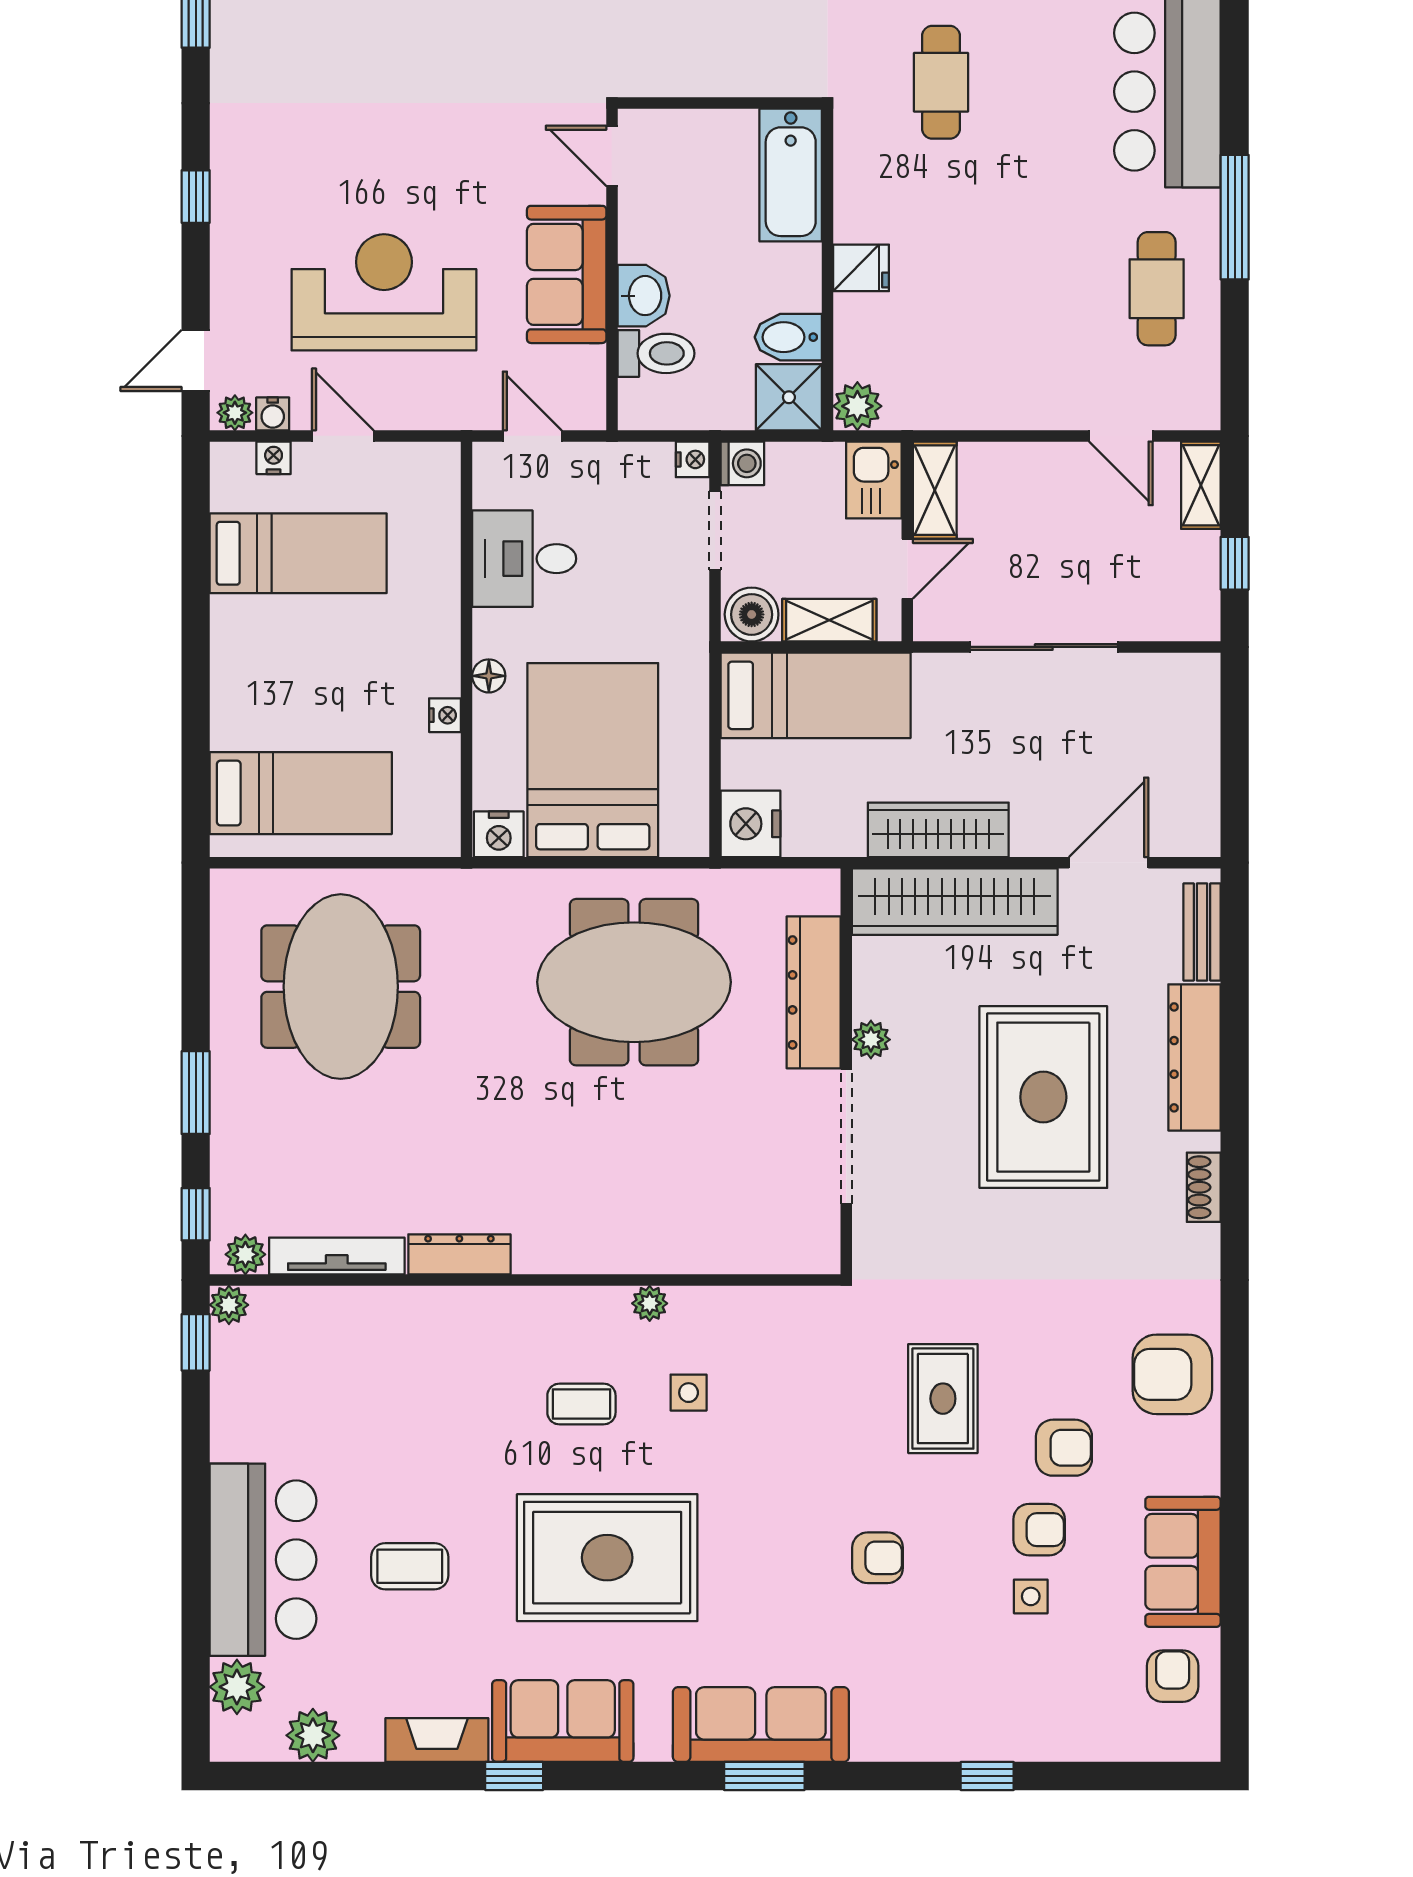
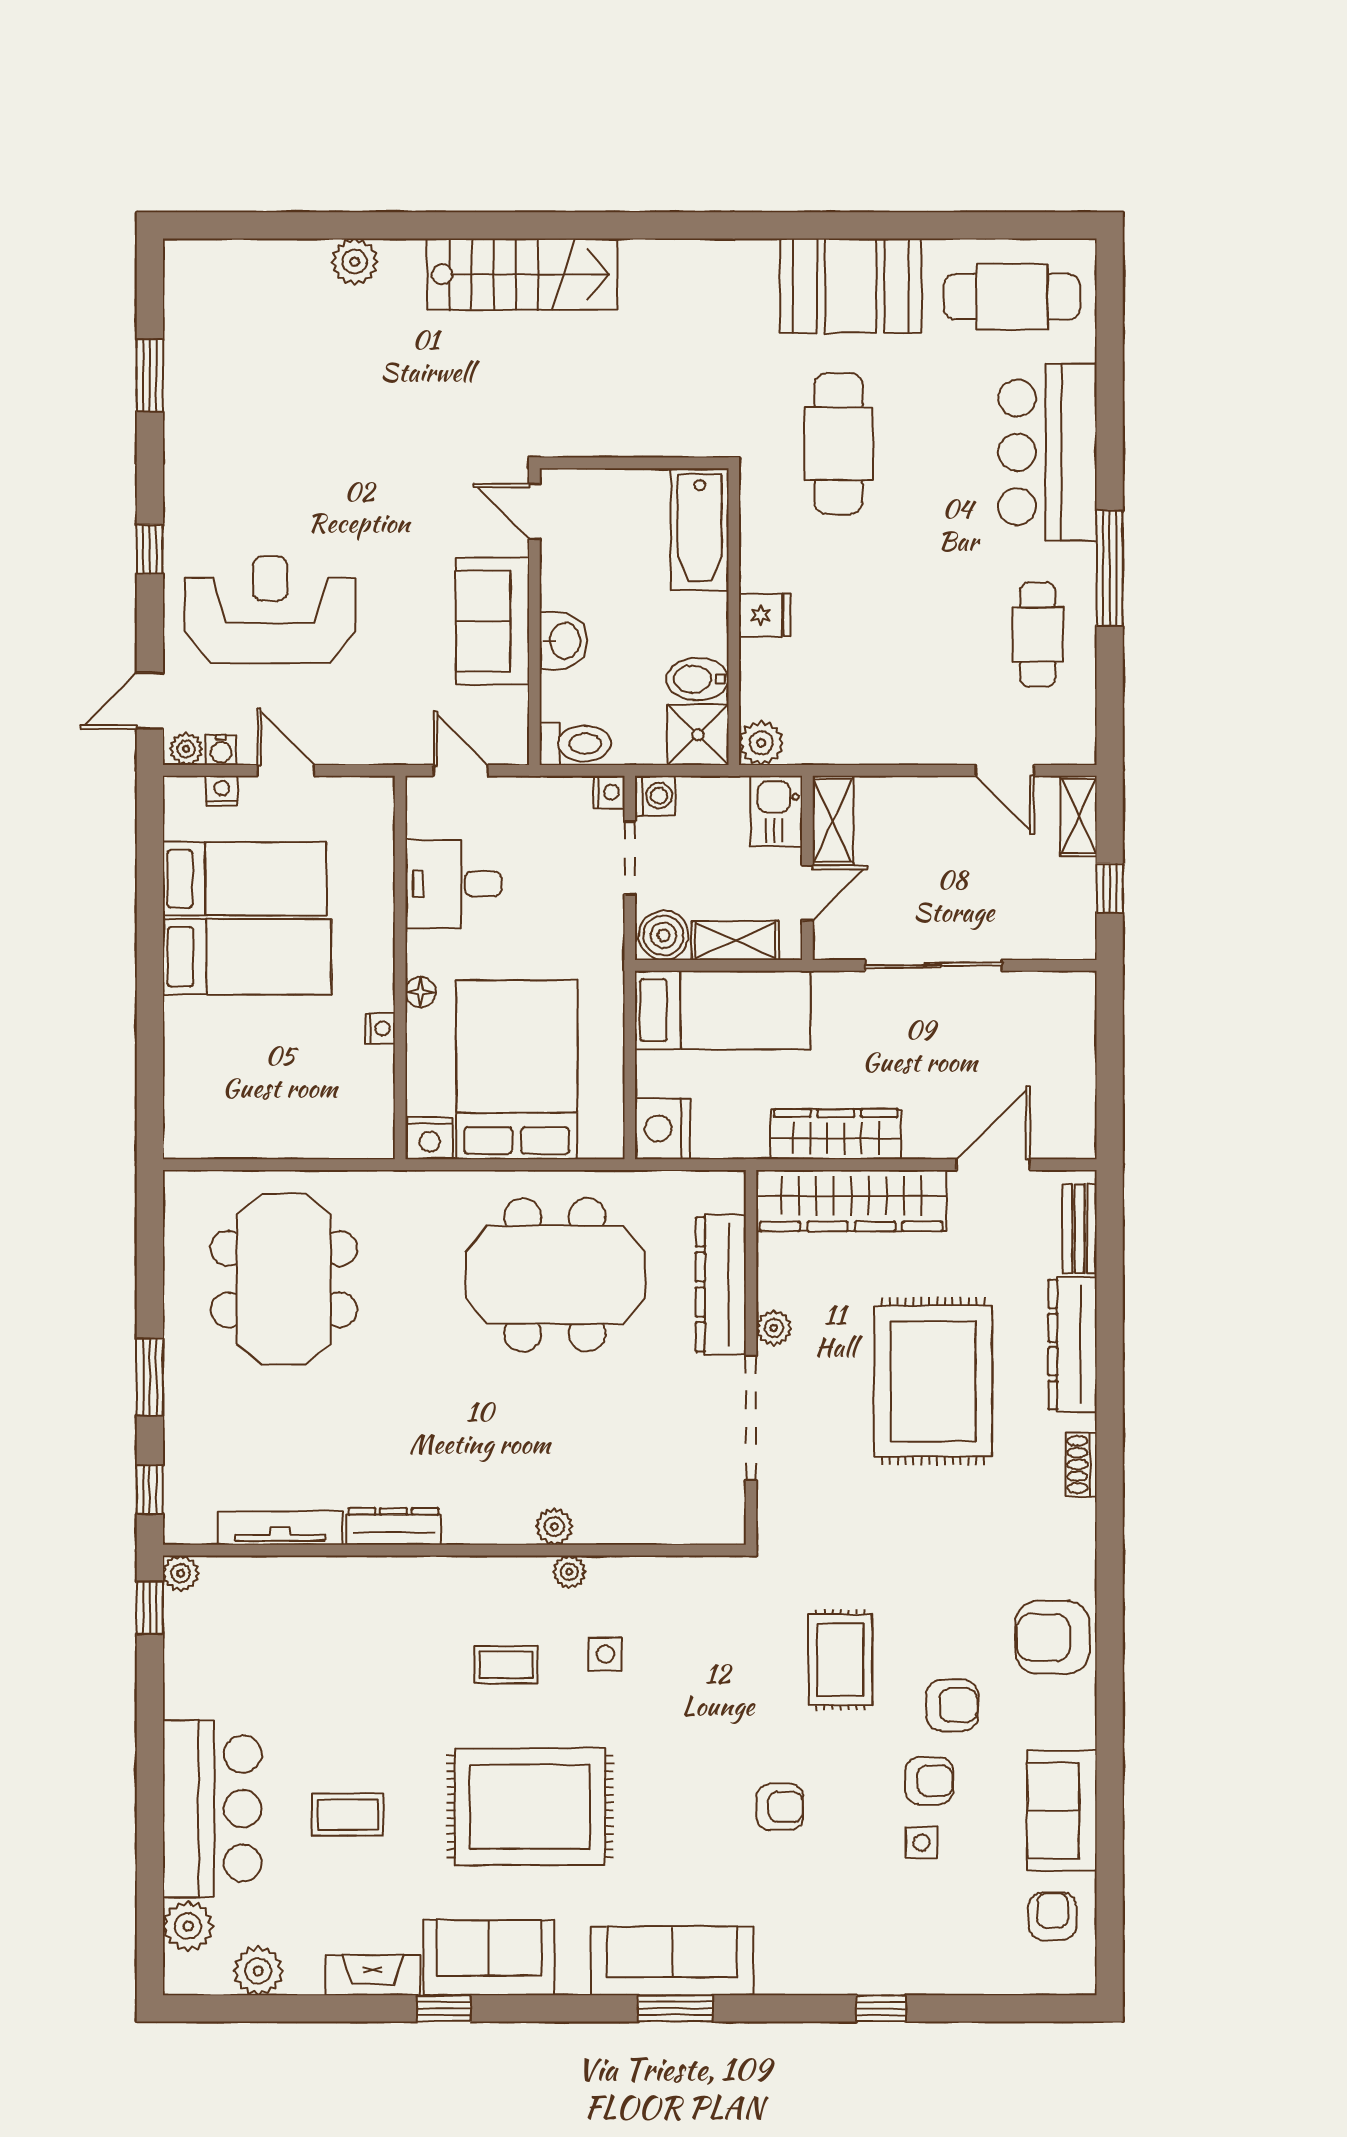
cafe table: (941, 82) -> (838, 444), width x1.37, depth x1.35
reception desk: (384, 292) -> (270, 610), moved
toilet: (656, 353) -> (575, 744), moved
bed: (301, 793) -> (247, 957), moved
plant: (245, 1254) -> (554, 1527), moved

